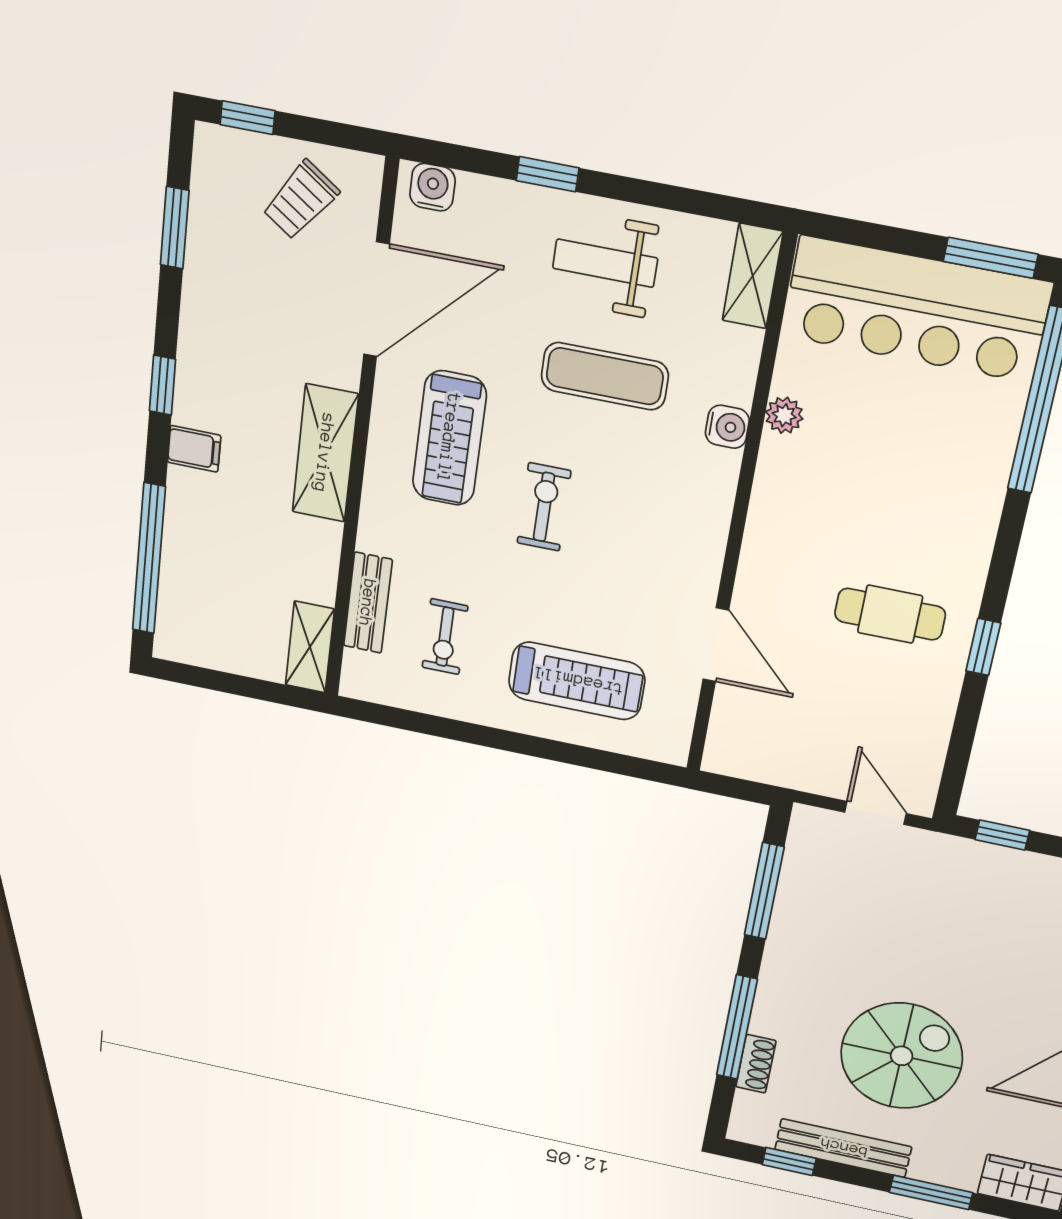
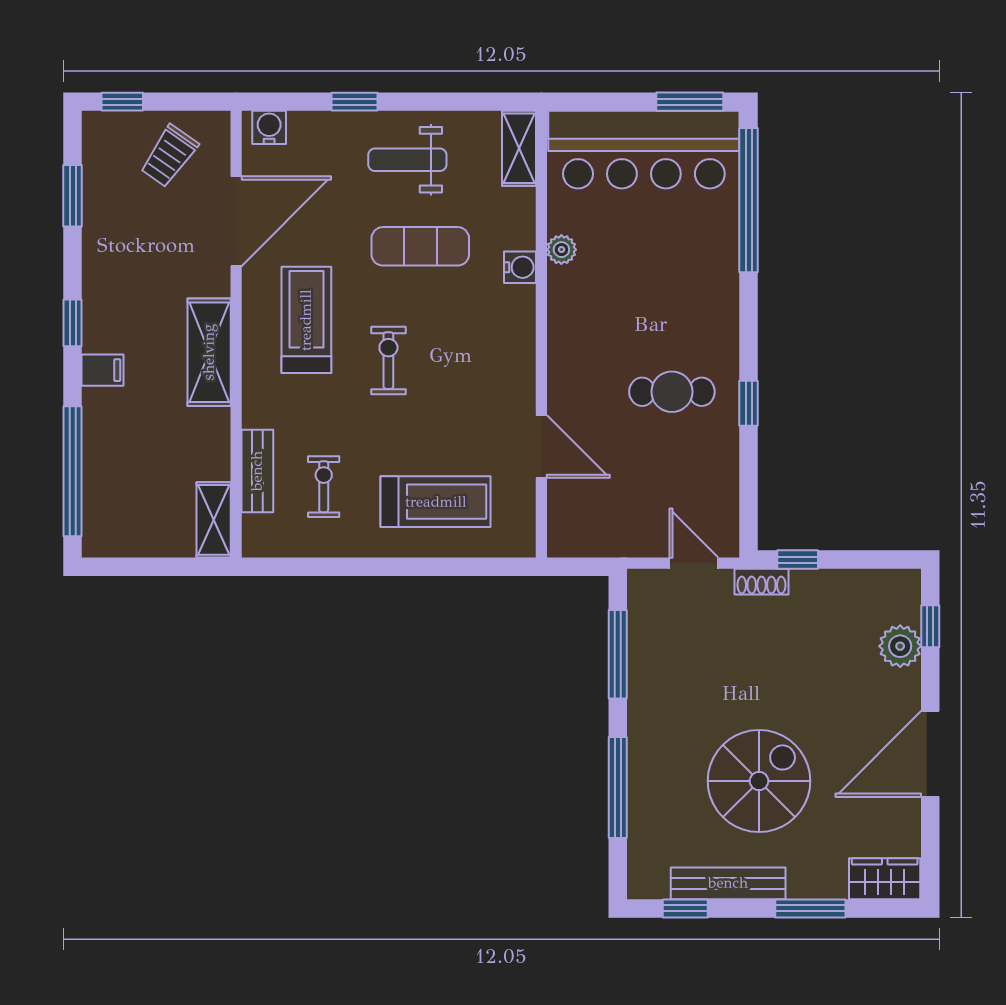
treadmill: (449, 438) -> (306, 320), turned 180
exercise bike: (445, 637) -> (324, 487), turned 180
shoe rack: (756, 1064) -> (761, 582), moved, turned 90

